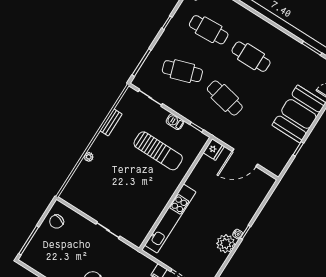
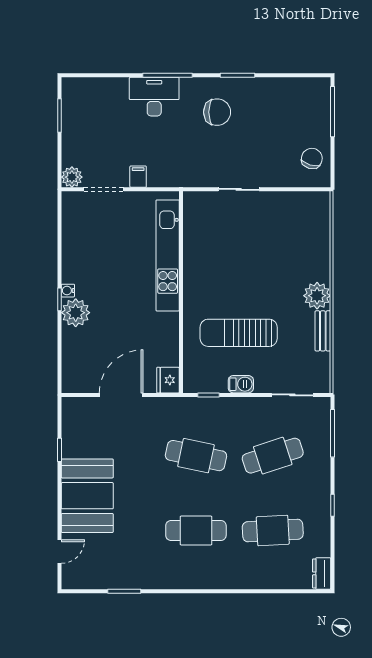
plant: (89, 157) -> (317, 296), moved, width x1.87, depth x1.87
plant: (226, 244) -> (76, 313), moved

